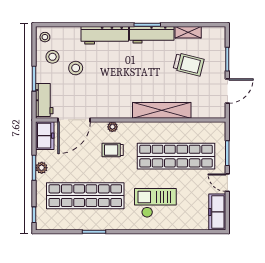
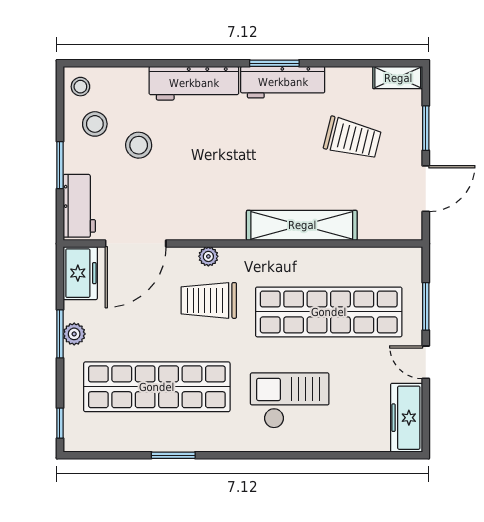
shelving: (188, 32) -> (398, 78), moved
trolley: (113, 150) -> (209, 300), width x1.36, depth x1.39

